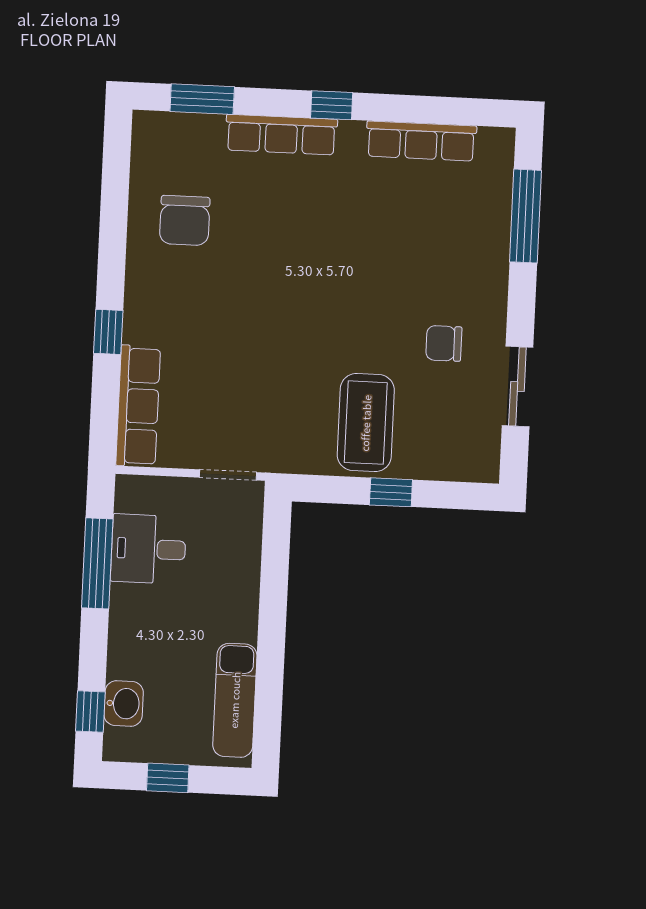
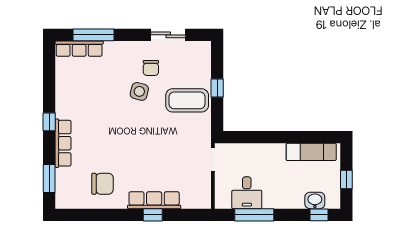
row of seats: (421, 141) -> (79, 49), moved, turned 90
side table: (391, 314) -> (139, 91), added
row of seats: (138, 406) -> (154, 200), moved

